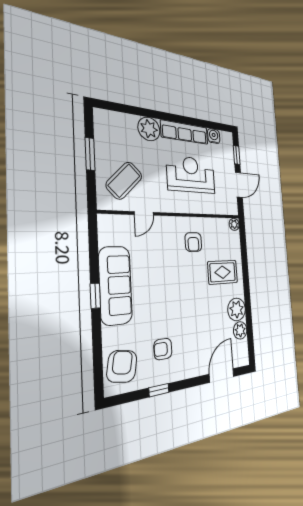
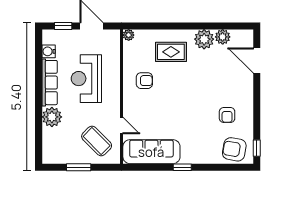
rug: (223, 272) -> (171, 52), turned 90
sofa: (115, 285) -> (151, 152), moved
window: (159, 390) -> (257, 148), moved

